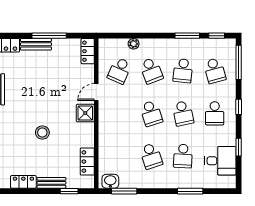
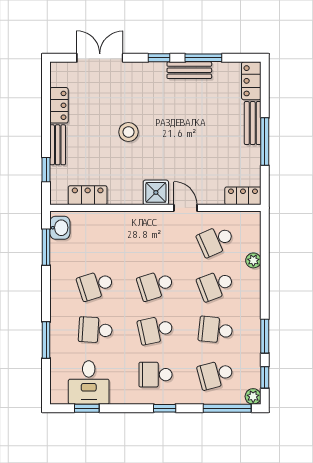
plant: (230, 44) -> (253, 396), added
school desk: (119, 71) -> (216, 241), turned -48
window: (239, 147) -> (87, 408), moved

